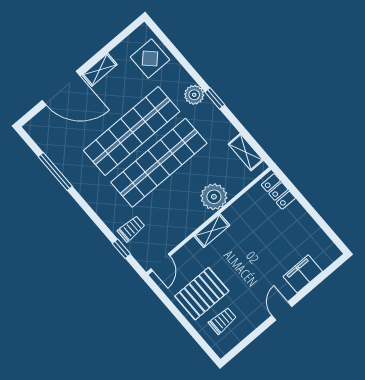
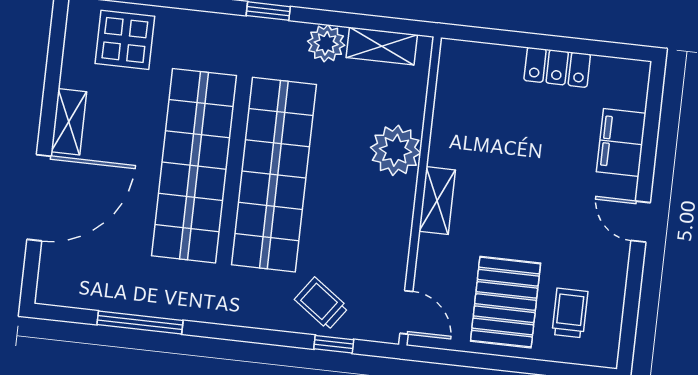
plant: (194, 95) -> (326, 43), moved
locker: (278, 191) -> (557, 67), moved
trolley: (131, 229) -> (321, 304), turned -54

